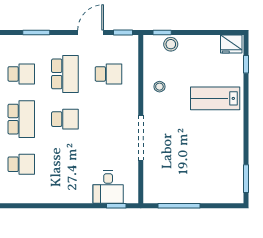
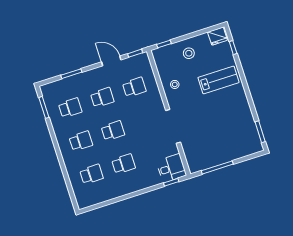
door: (91, 32) -> (111, 61), hinge flipped
stool: (171, 44) -> (189, 53), moved
school desk: (65, 74) -> (102, 97), width x0.54
lab bench: (215, 98) -> (219, 80), turned 180
school desk: (21, 119) -> (81, 141), width x0.54
school desk: (65, 164) -> (124, 164), added
desk: (108, 187) -> (171, 168), moved, turned -90

